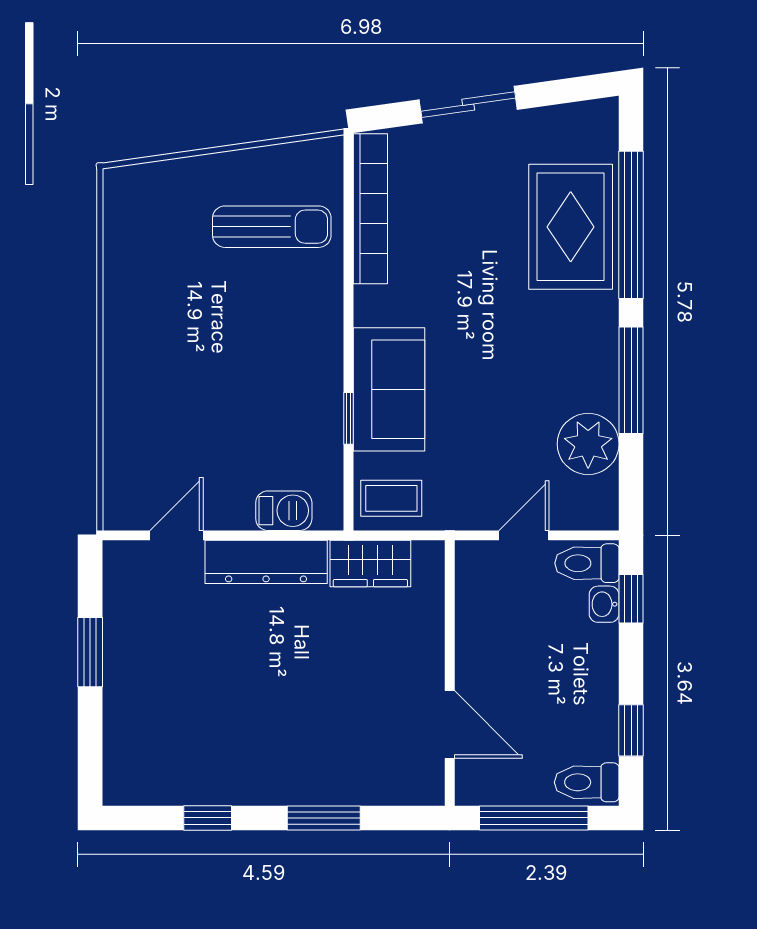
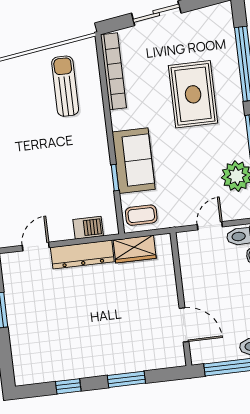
sun lounger: (272, 227) -> (65, 86), turned -90
rug: (571, 227) -> (193, 94), moved

